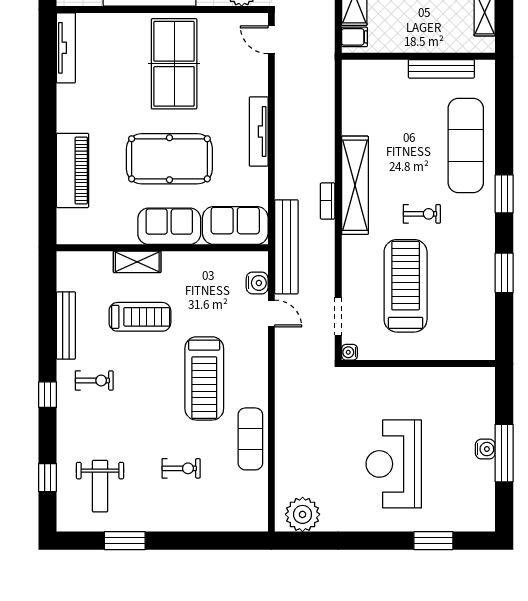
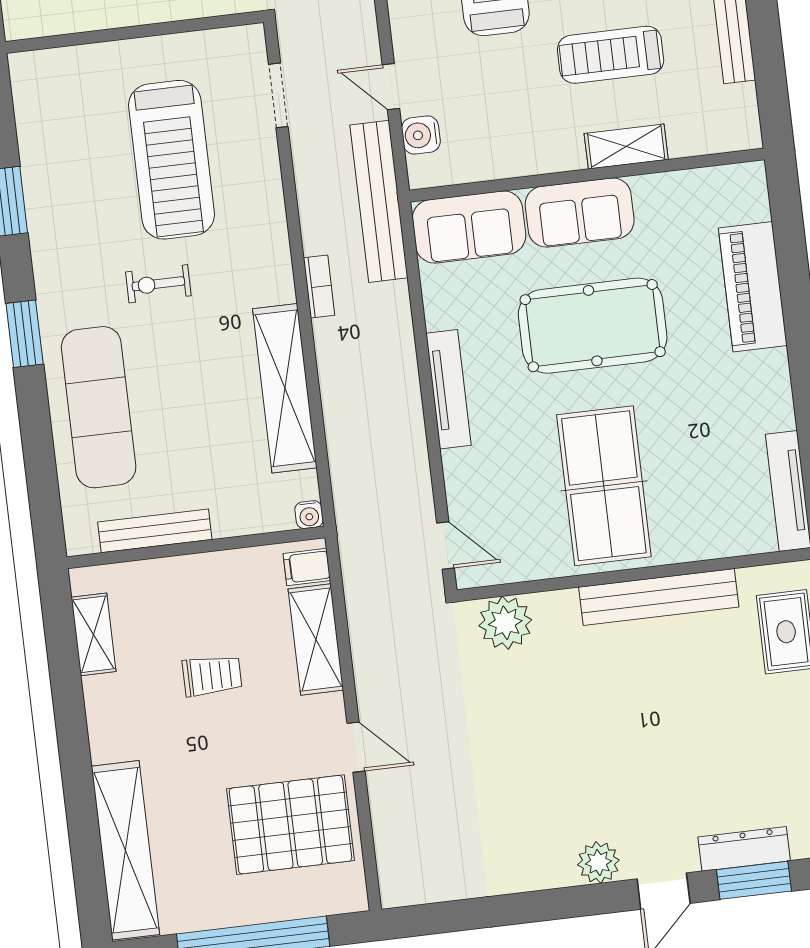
shelving: (355, 185) -> (285, 388), moved
water cooler: (349, 352) -> (309, 515), moved, turned 90

